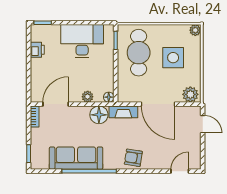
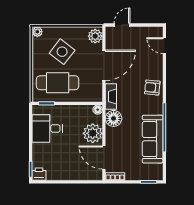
desk: (82, 41) -> (47, 128), width x0.73
printer: (37, 50) -> (39, 174), moved
side table: (173, 58) -> (62, 52), turned 38
plant: (88, 97) -> (93, 133), width x1.87, depth x1.87
armchair: (133, 158) -> (152, 88), turned 87

